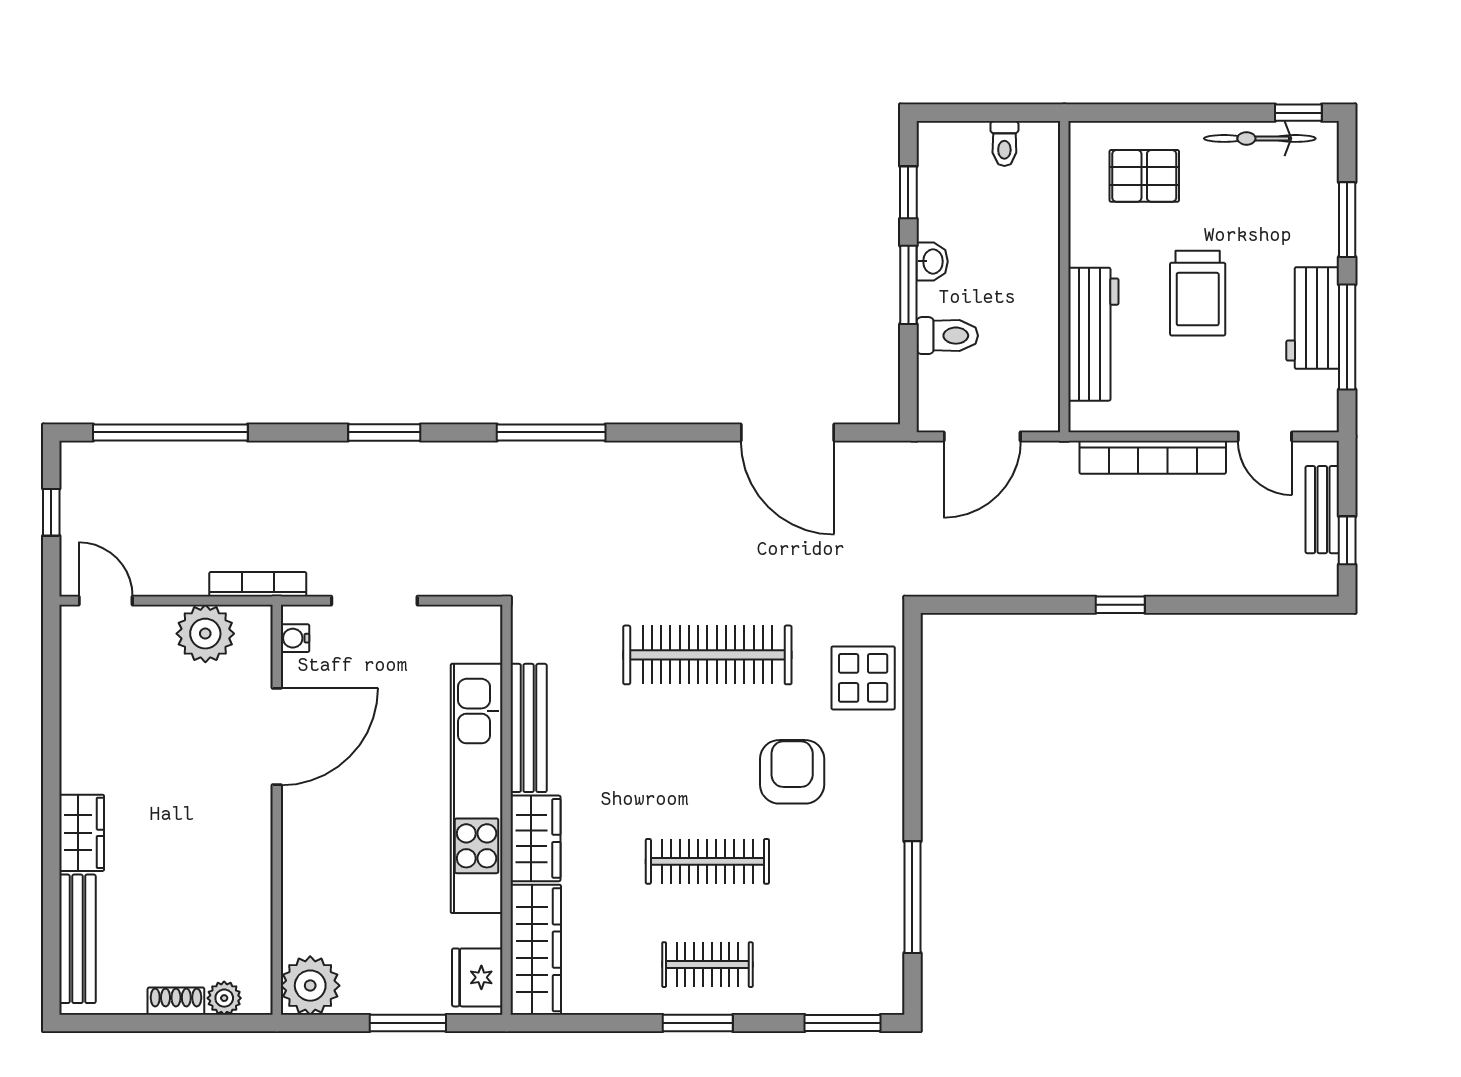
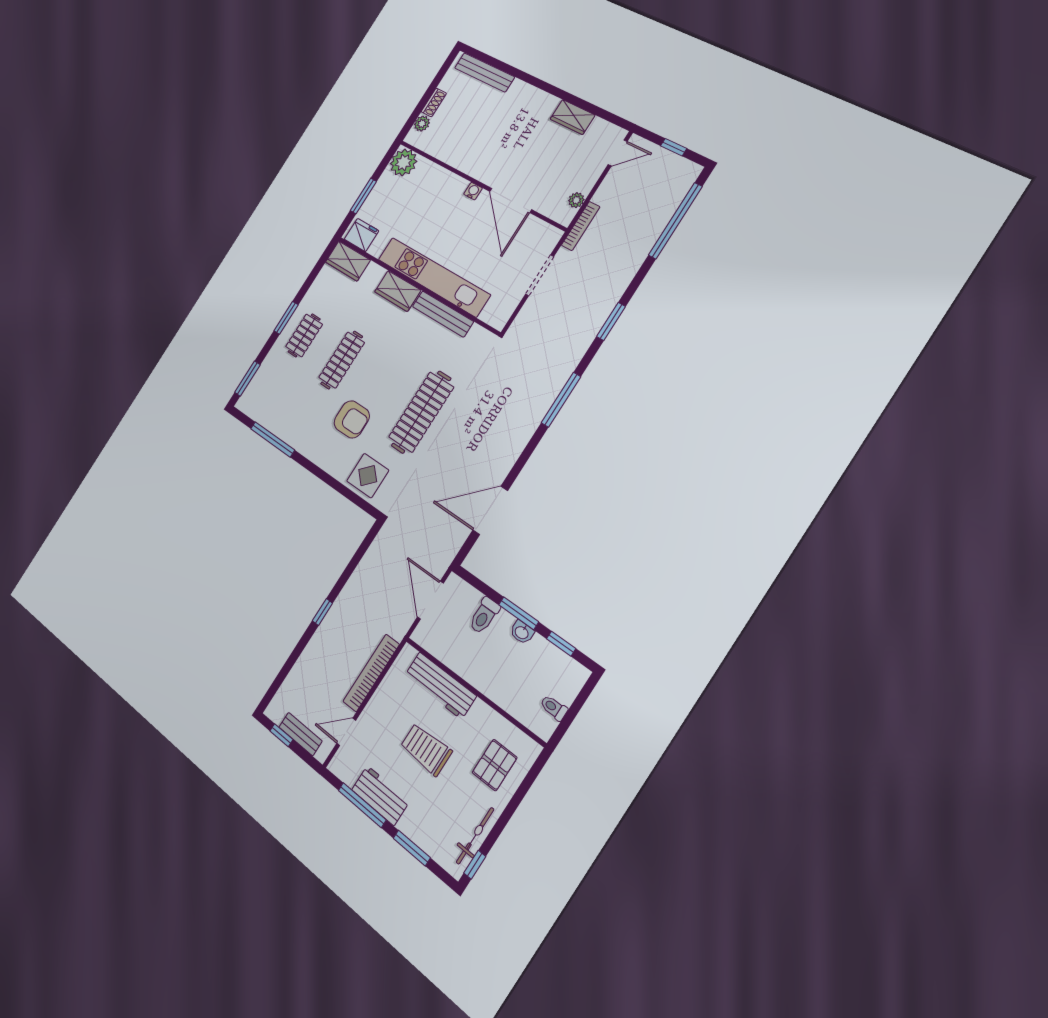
plant: (205, 634) -> (576, 200), width x0.53, depth x0.53
water cooler: (295, 638) -> (473, 191), moved
wardrobe: (82, 833) -> (573, 117), moved
wardrobe: (536, 950) -> (348, 261), width x0.67

